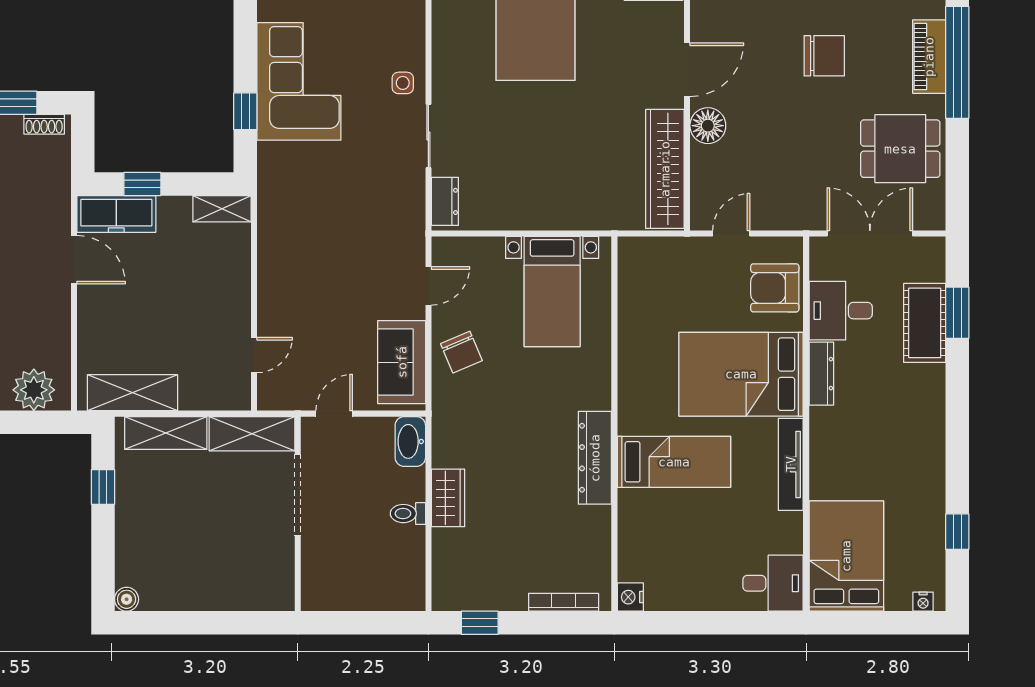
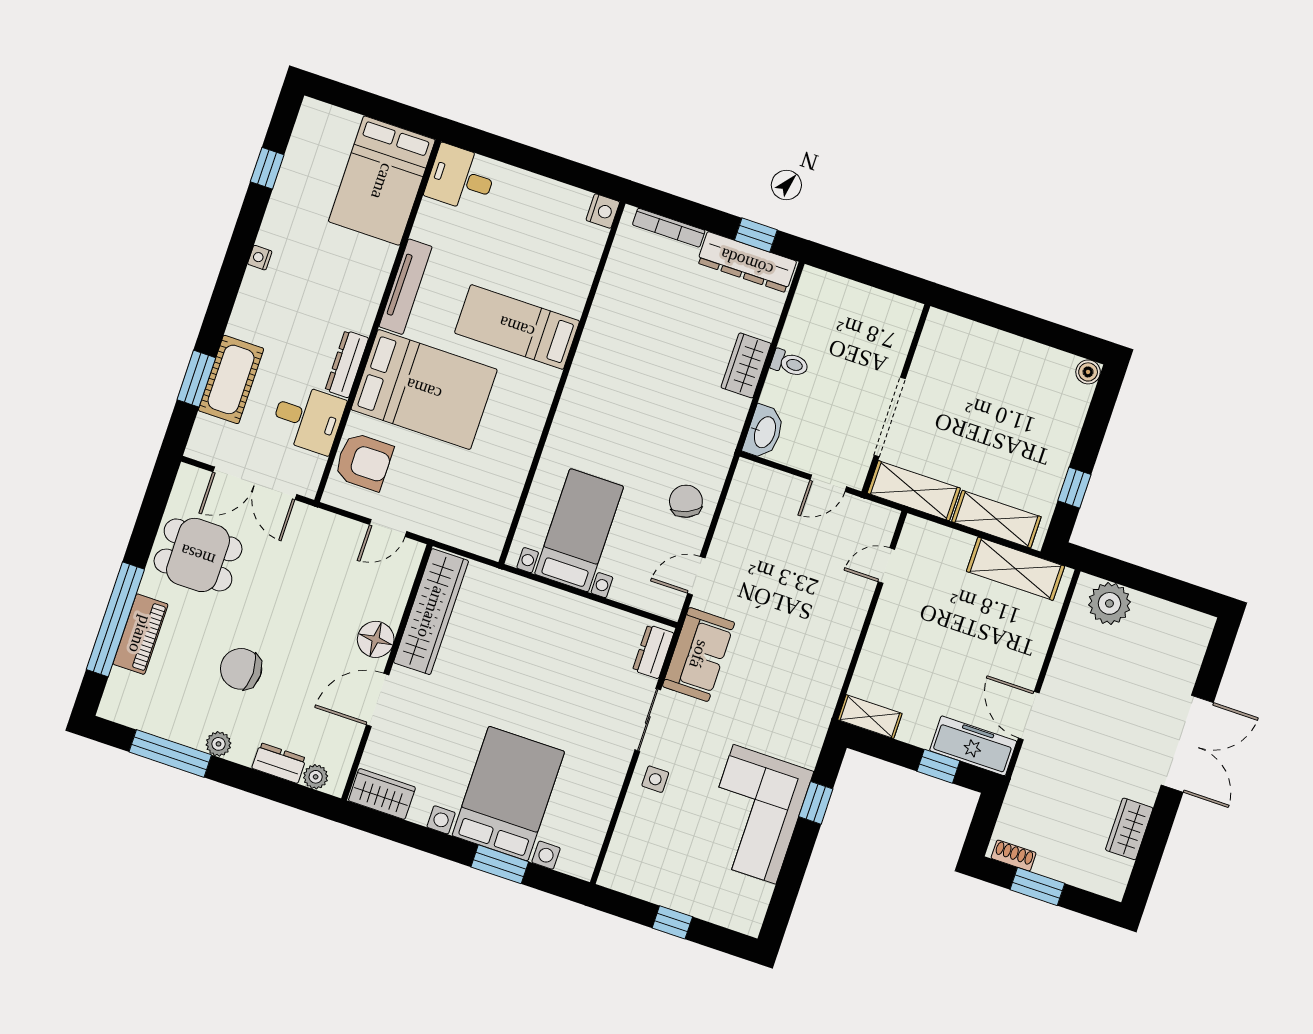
sofa: (402, 362) -> (699, 654), moved
dresser: (595, 458) -> (747, 262), moved, turned 90
nightstand: (923, 602) -> (260, 258), moved, turned -90

